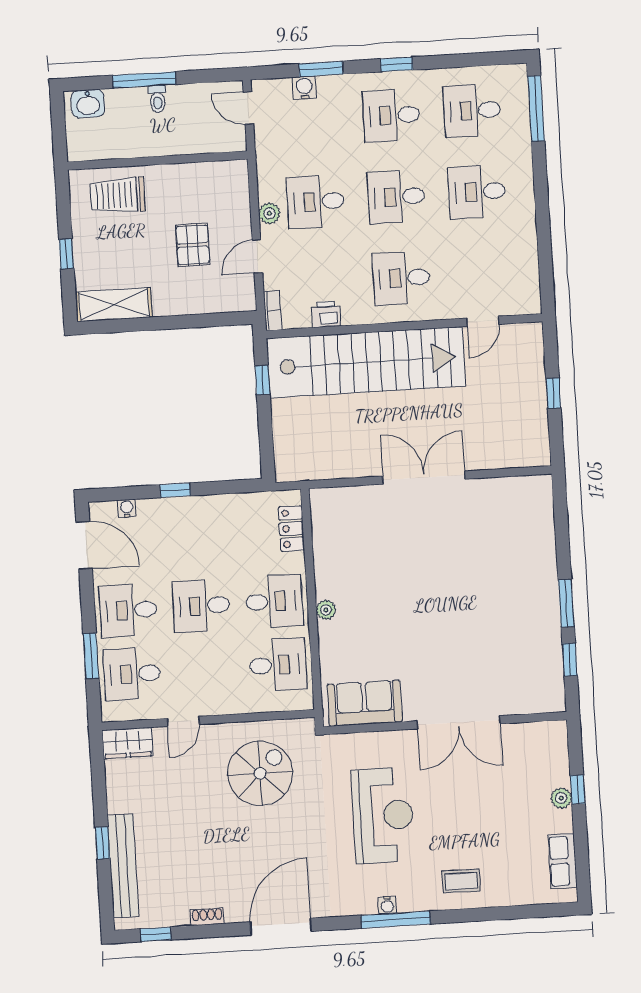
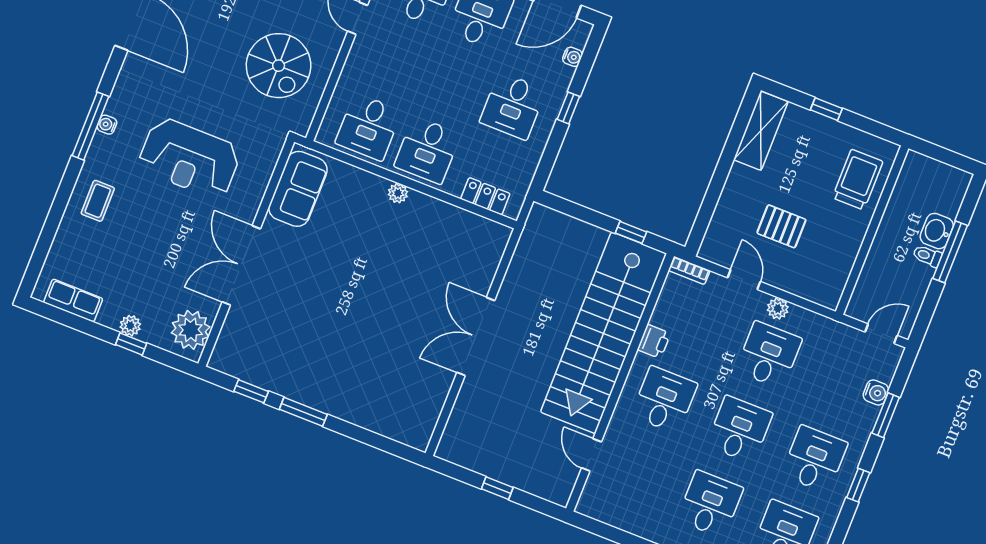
washbasin: (88, 104) -> (937, 231), moved
printer: (326, 314) -> (654, 341), moved
double door: (424, 478) -> (476, 336), swing flipped
desk: (201, 606) -> (513, 106), moved, turned 180
plant: (539, 741) -> (191, 330), added

